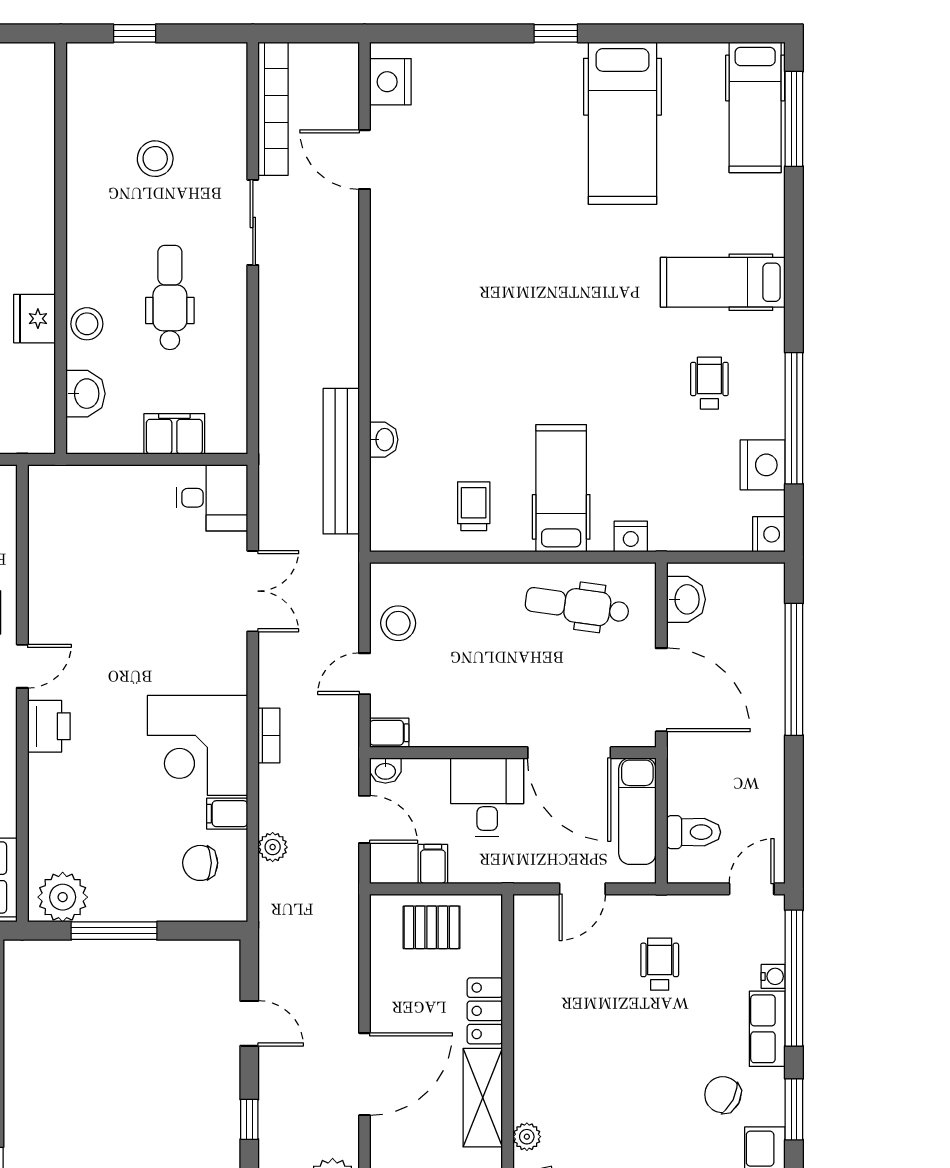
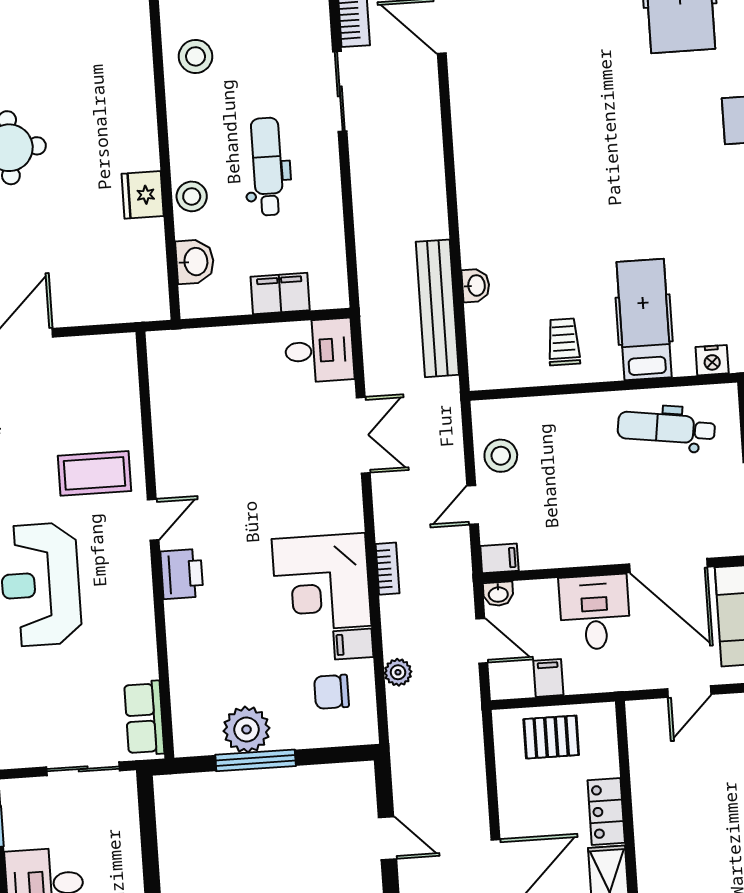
stool: (155, 159) -> (196, 56), moved
plant: (63, 897) -> (247, 730), moved

